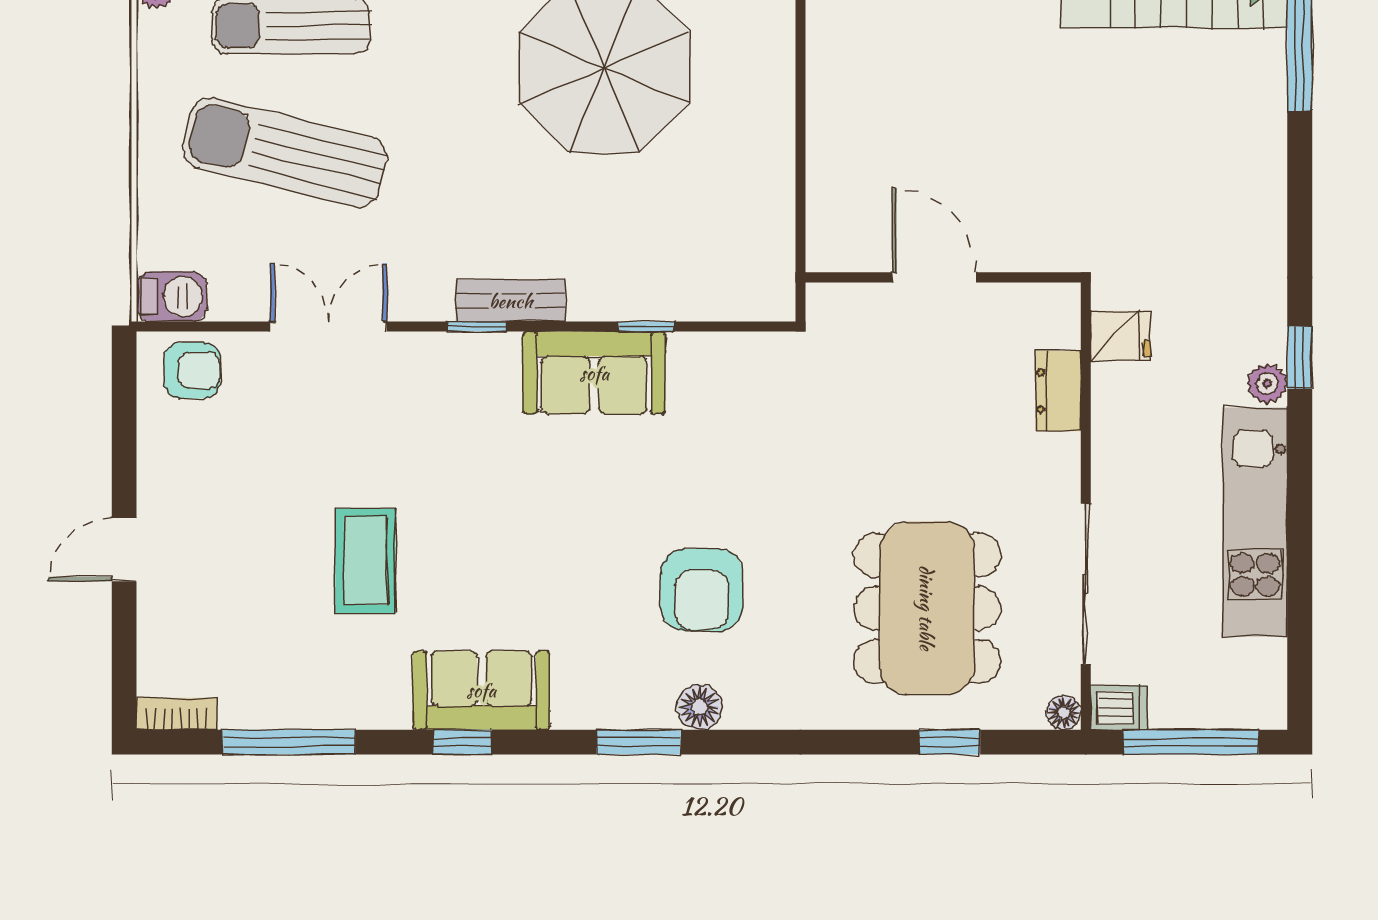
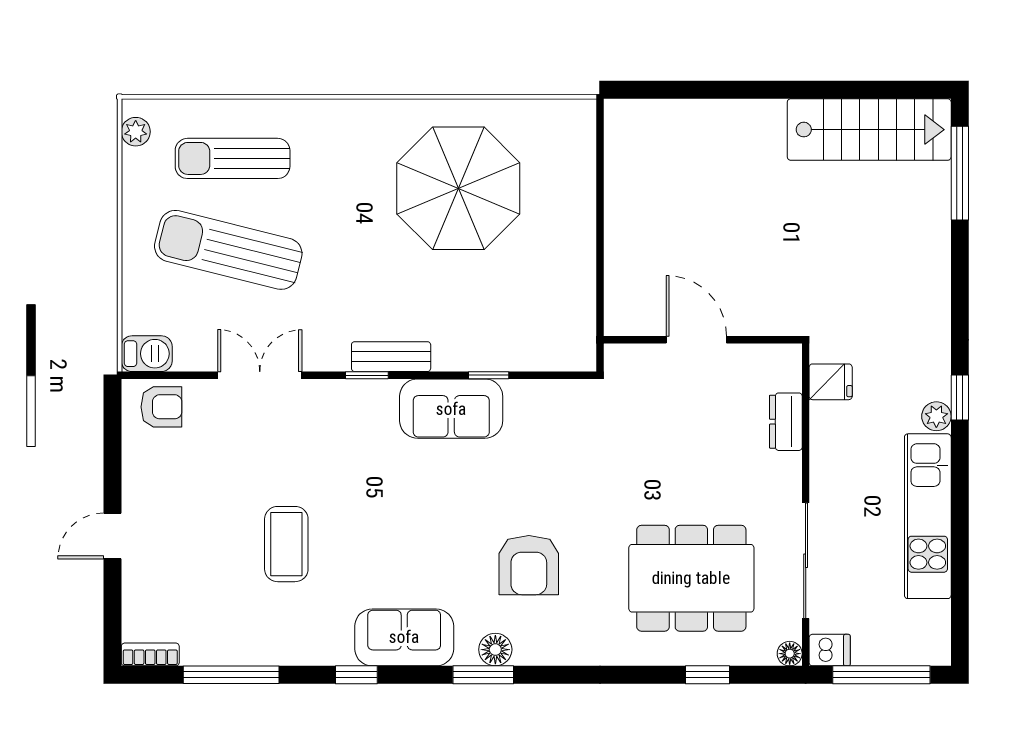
dining table: (927, 608) -> (691, 578), turned 90
sofa: (481, 690) -> (404, 637), moved
floor lamp: (700, 707) -> (495, 650), moved

